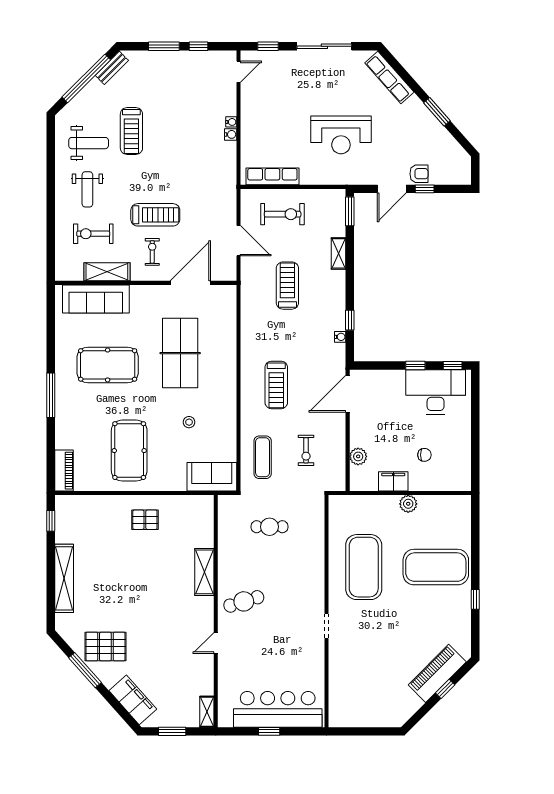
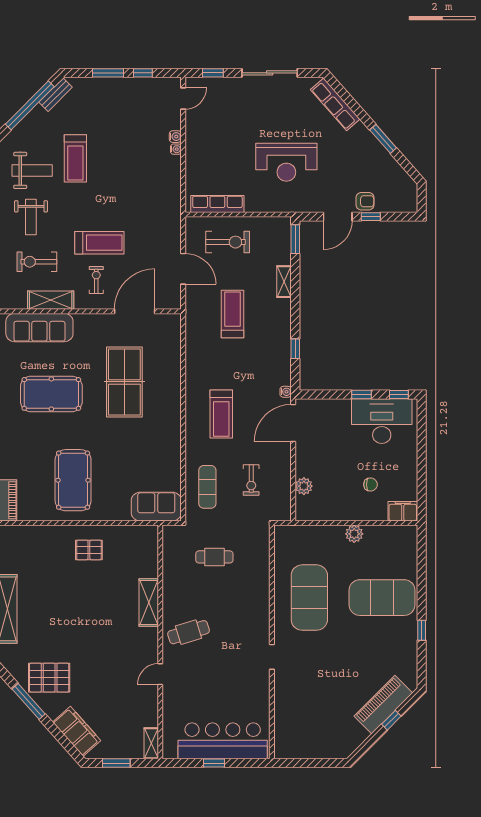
water cooler: (231, 134) -> (175, 137), moved
water cooler: (340, 337) -> (286, 392), moved
stool: (189, 422) -> (133, 452), removed
filing cabinet: (393, 481) -> (403, 511), moved

